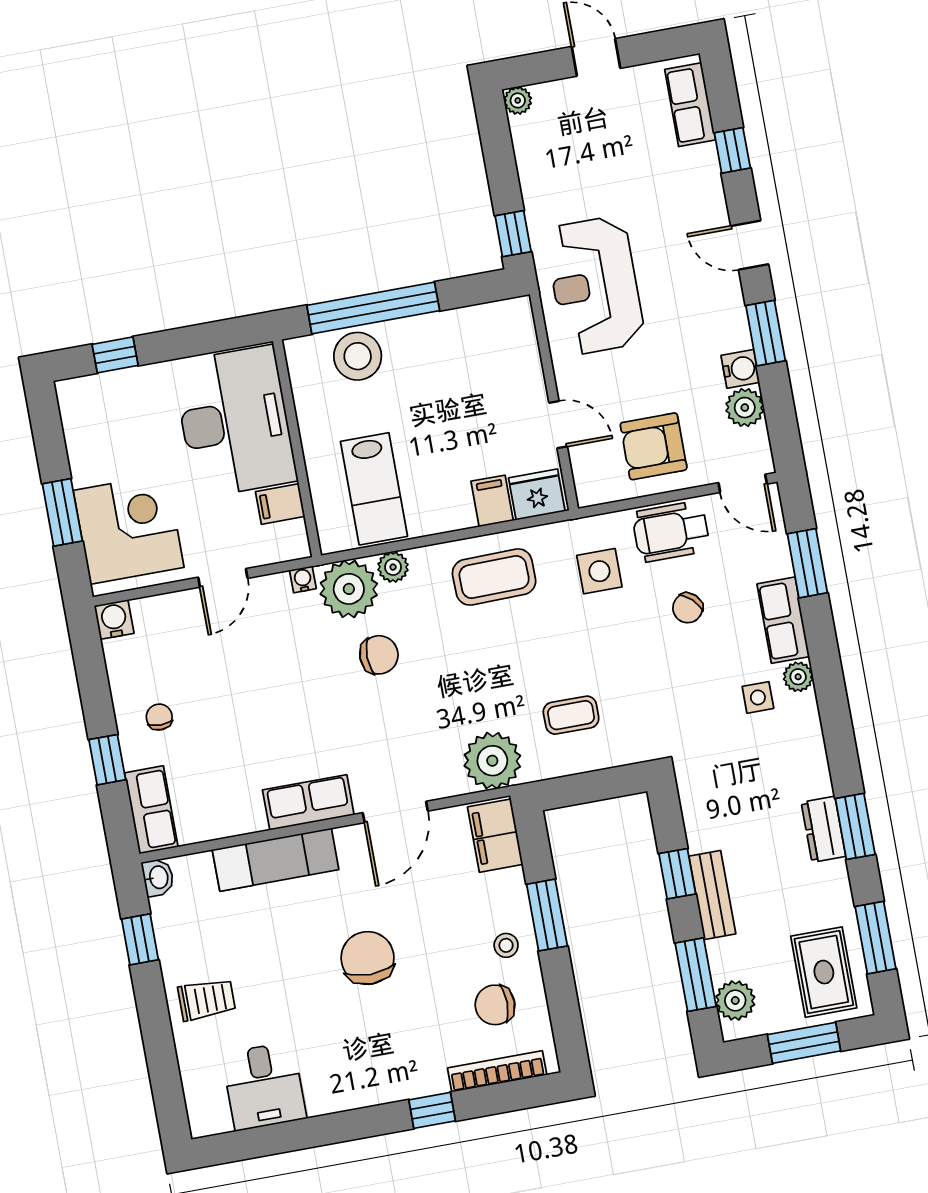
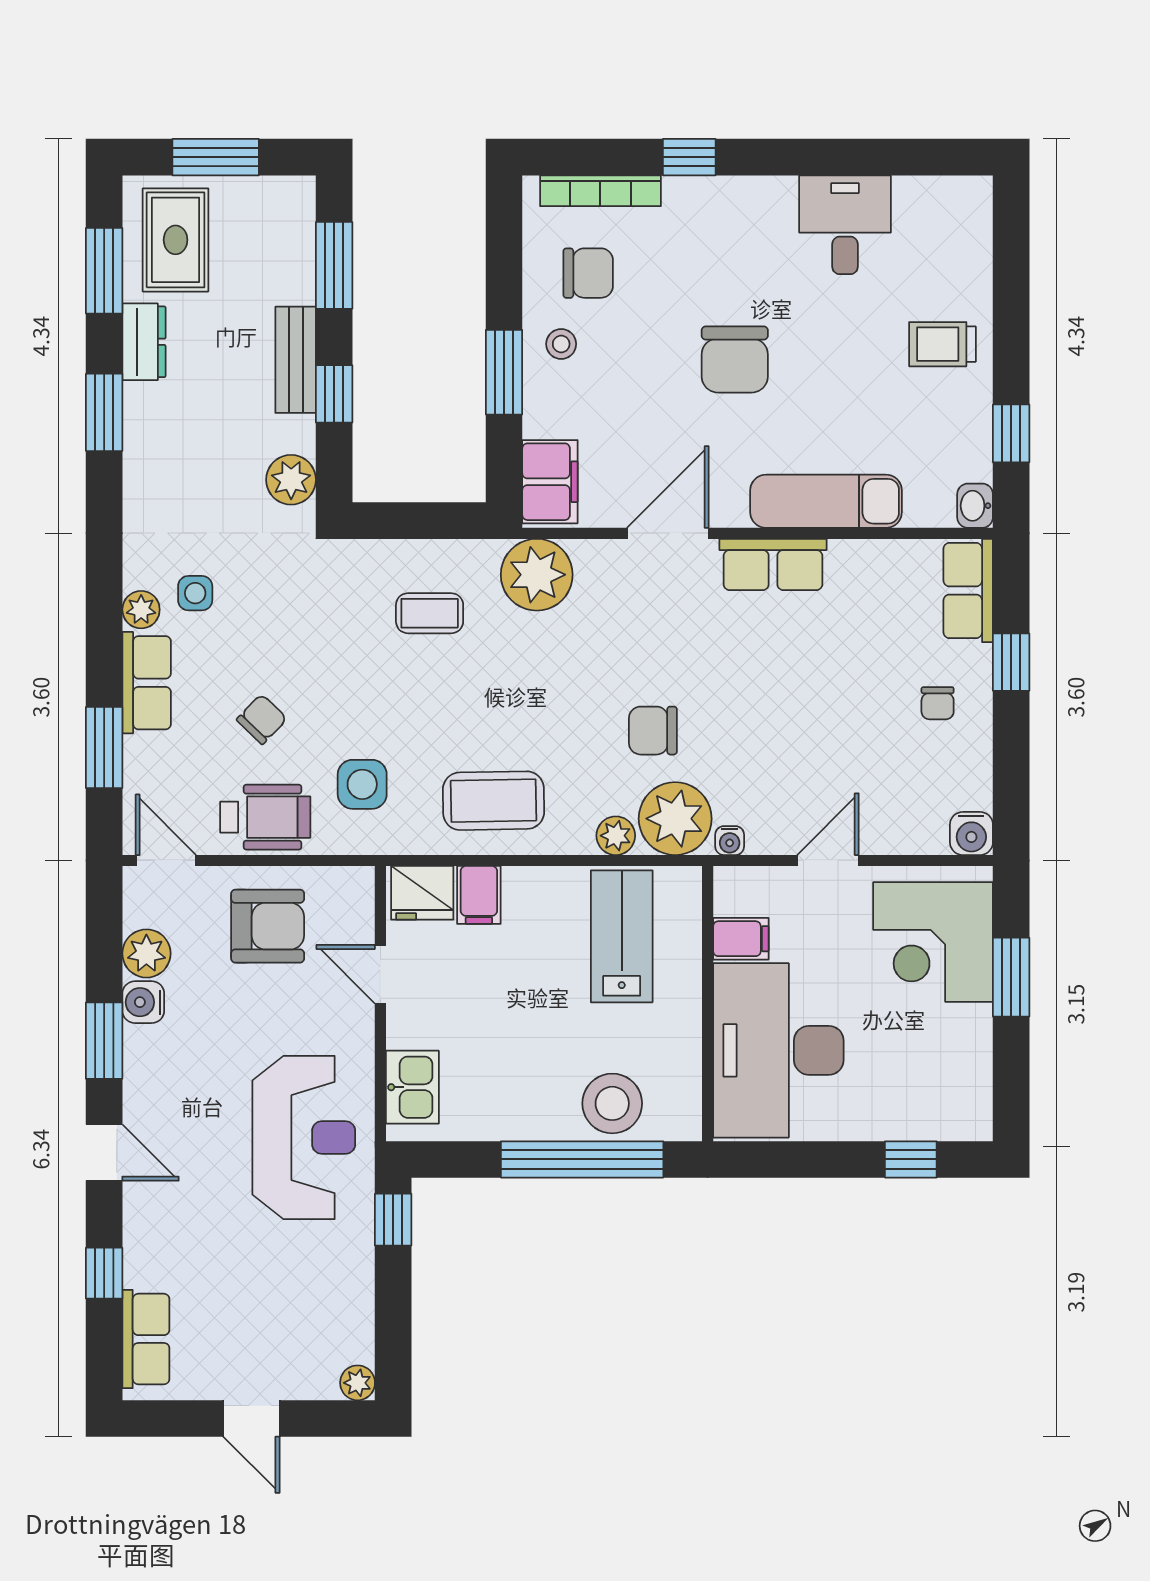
kitchen sink: (517, 340) -> (412, 1087), added
dresser: (823, 829) -> (144, 342), moved
plant: (735, 1001) -> (291, 480), moved
desk: (264, 1086) -> (845, 225), moved

